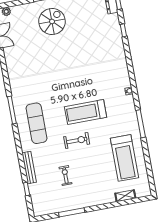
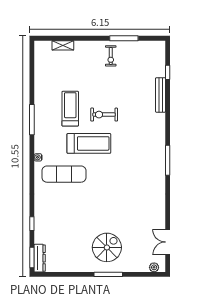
spiral stairs: (52, 21) -> (107, 247), turned 180
exercise mat: (37, 123) -> (64, 174), moved, turned 90
treadmill: (124, 158) -> (70, 109), moved, width x0.73, depth x0.73
exercise bike: (65, 176) -> (111, 56), moved

